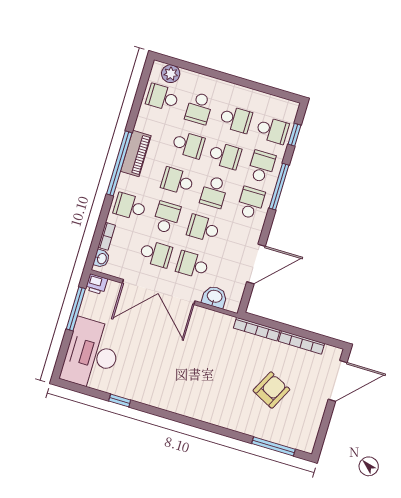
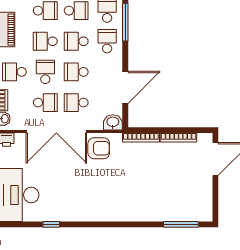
school desk: (214, 192) -> (76, 41), turned 90
washbasin: (214, 297) -> (113, 122), moved
armchair: (271, 390) -> (99, 148), moved, turned 63

